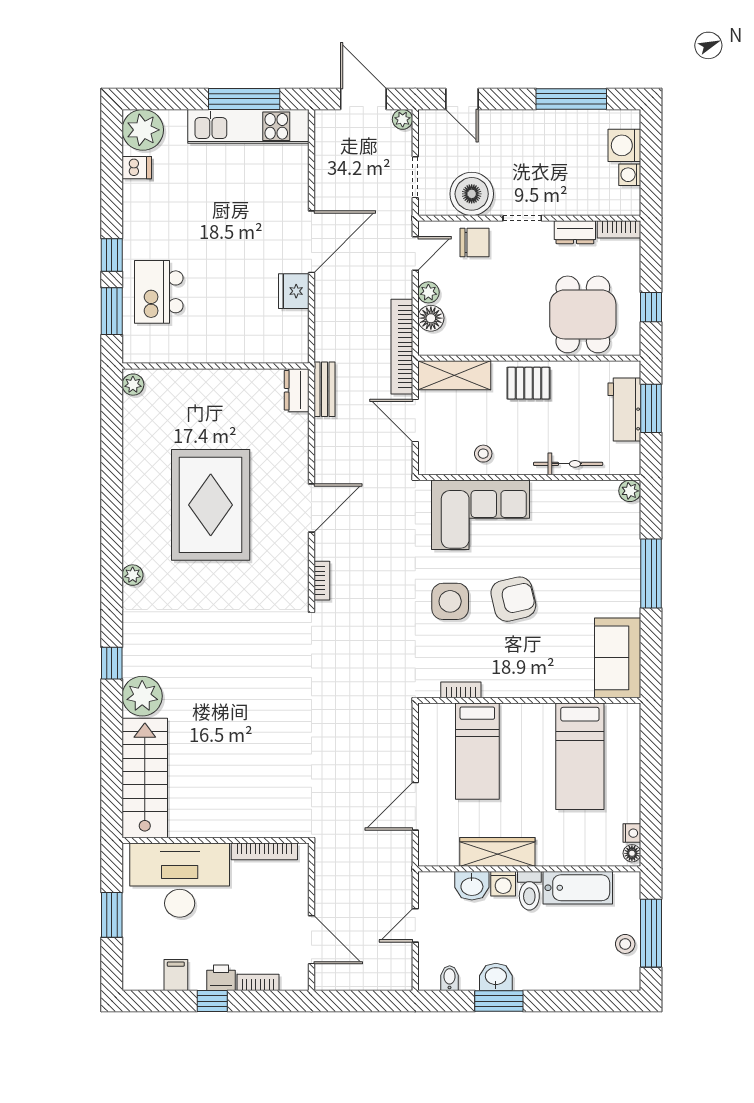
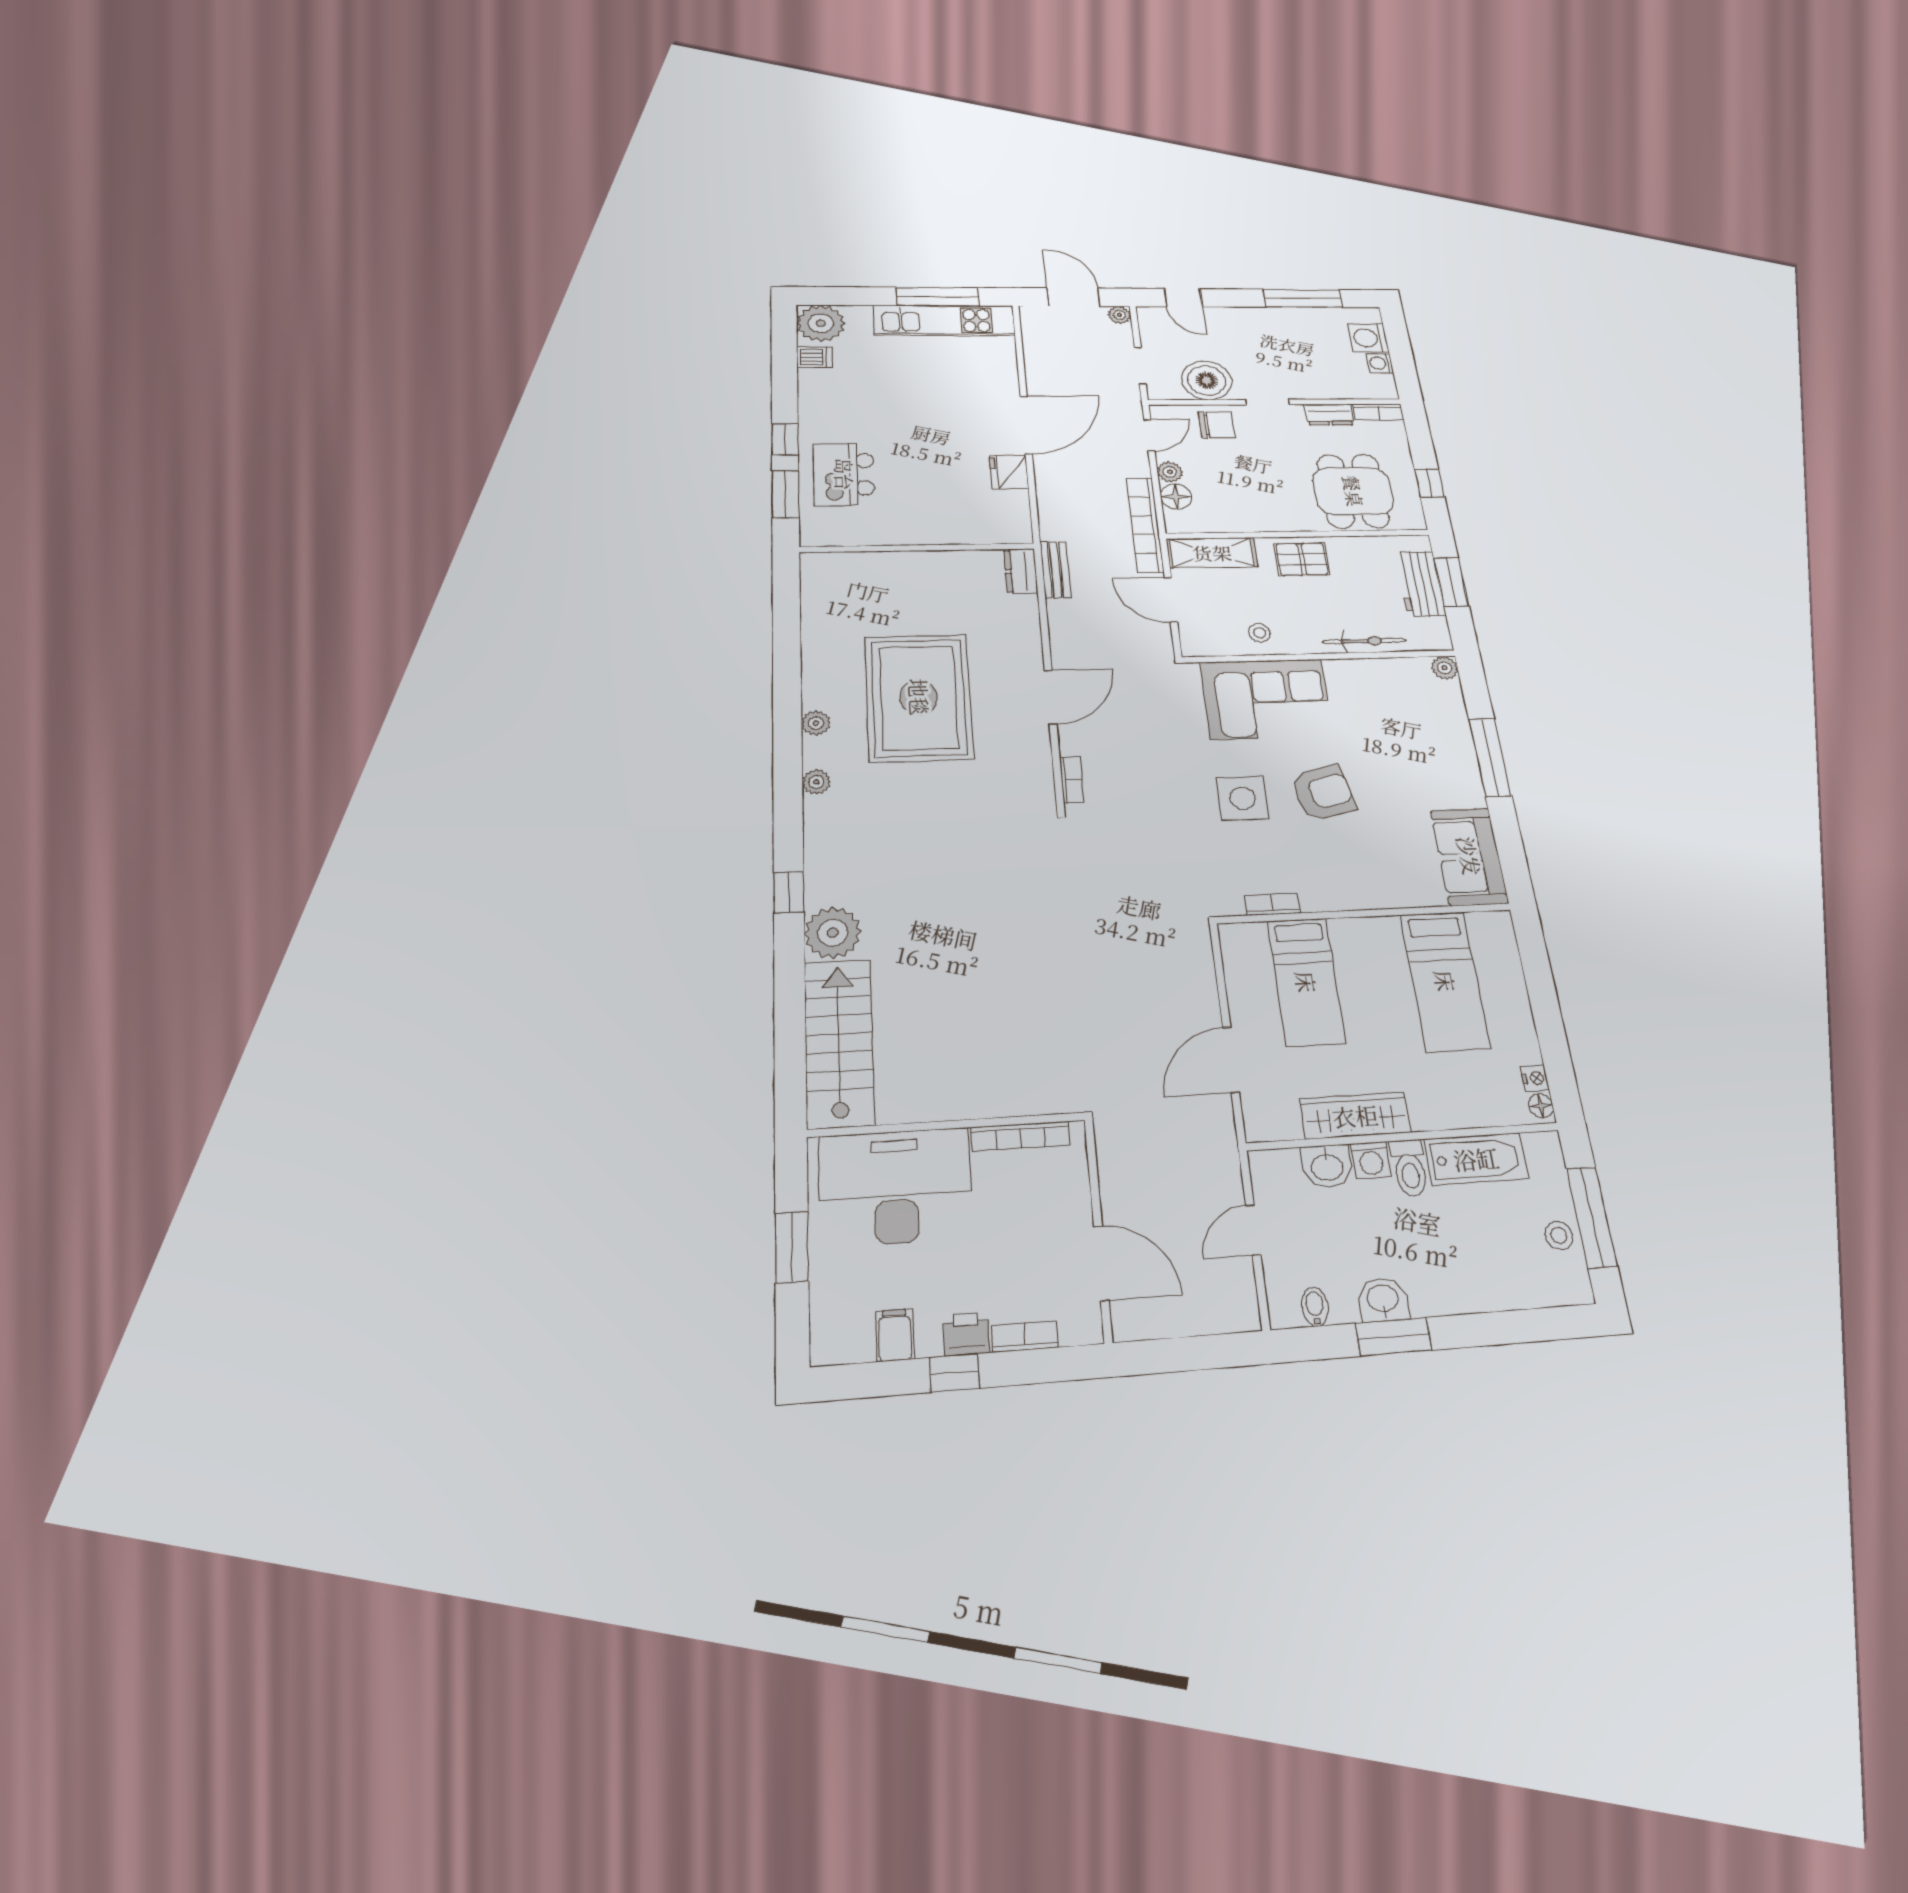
plant: (133, 385) -> (816, 723), moved

